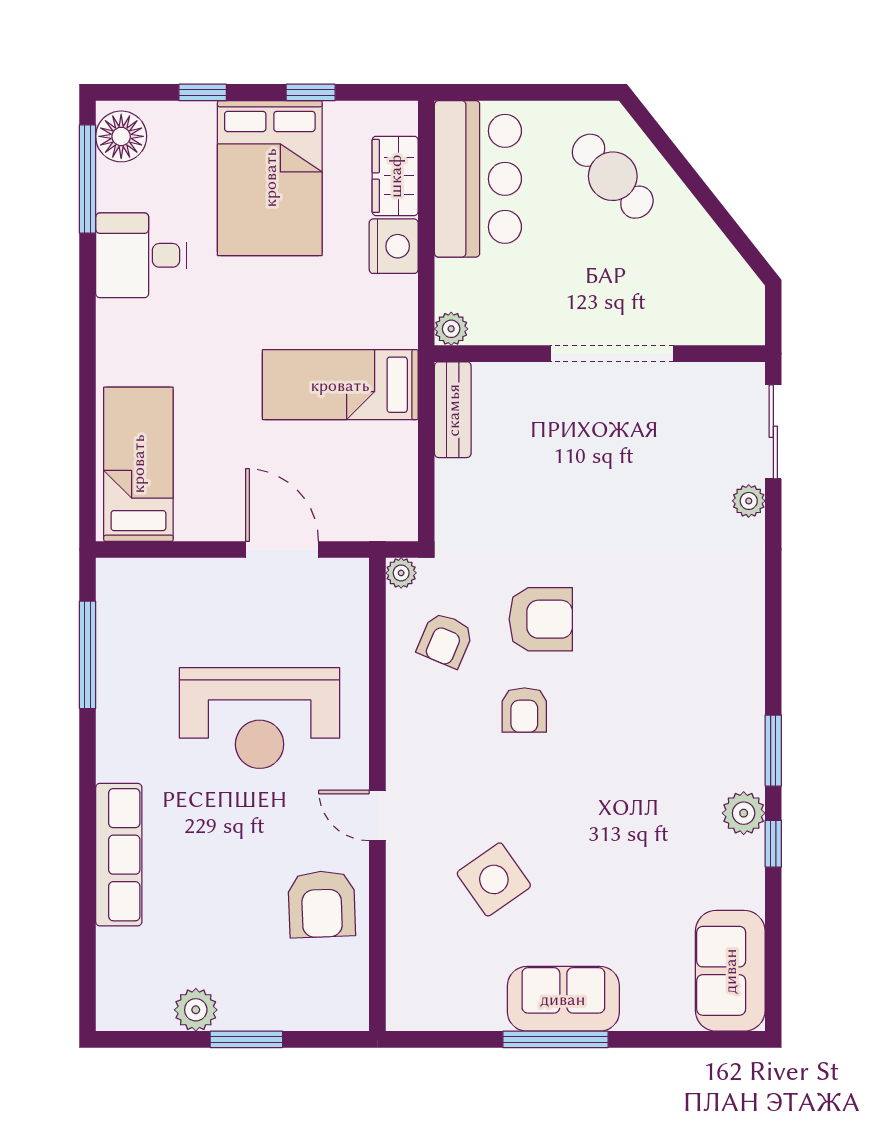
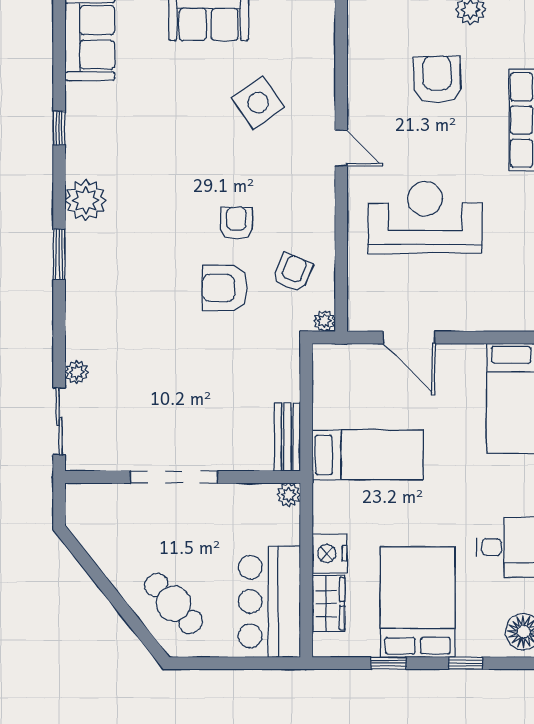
window: (773, 751) -> (59, 254), moved
plant: (744, 813) -> (86, 200), moved, width x1.36, depth x1.36
armchair: (322, 904) -> (437, 80), moved

